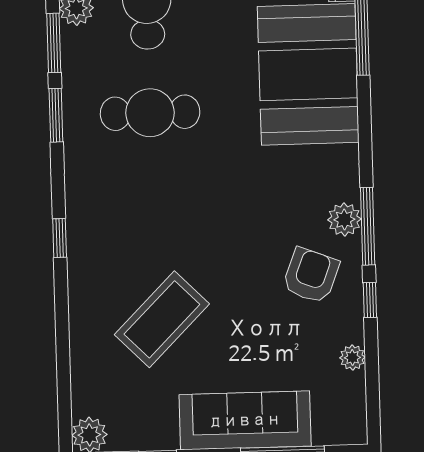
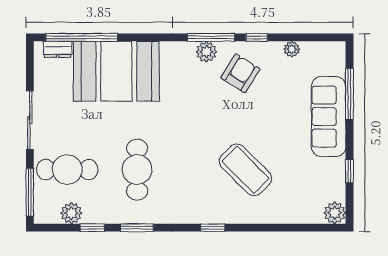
window: (54, 43) -> (92, 228), width x0.67
armchair: (311, 275) -> (240, 73), turned 101
coffee table: (162, 319) -> (245, 170), moved

